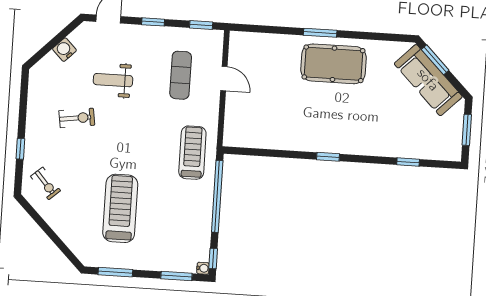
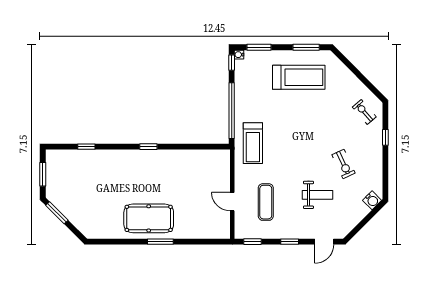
water cooler: (64, 50) -> (372, 200), moved
window: (435, 60) -> (57, 213), moved
sofa: (428, 80) -> (75, 211), removed
exercise bike: (77, 118) -> (344, 164), turned -107
treadmill: (120, 208) -> (299, 77), moved, turned -90

